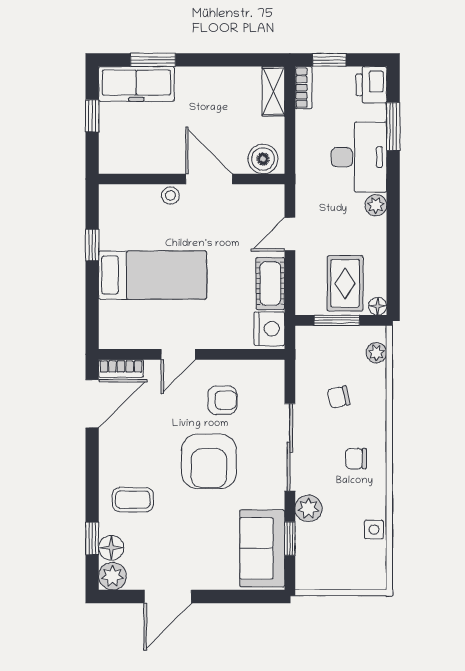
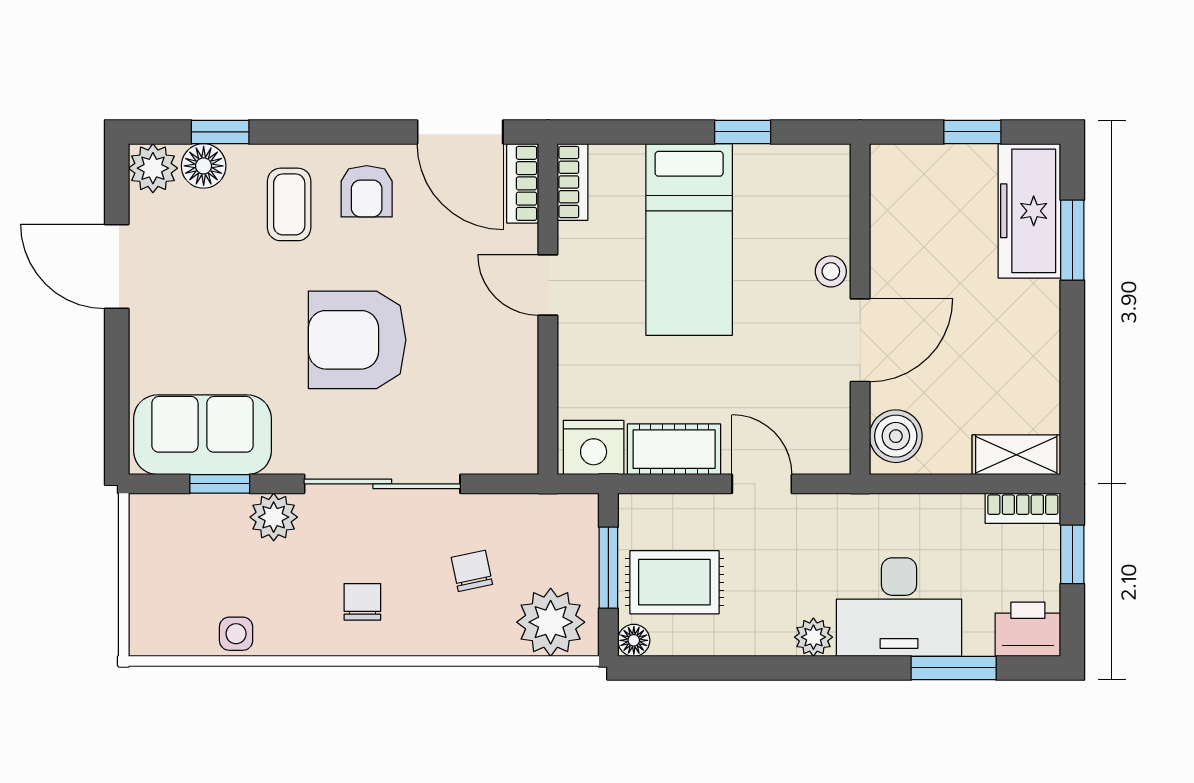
bookcase: (120, 341) -> (573, 182), added
plant: (376, 353) -> (551, 622), width x1.88, depth x1.88
armchair: (222, 400) -> (367, 191), moved

